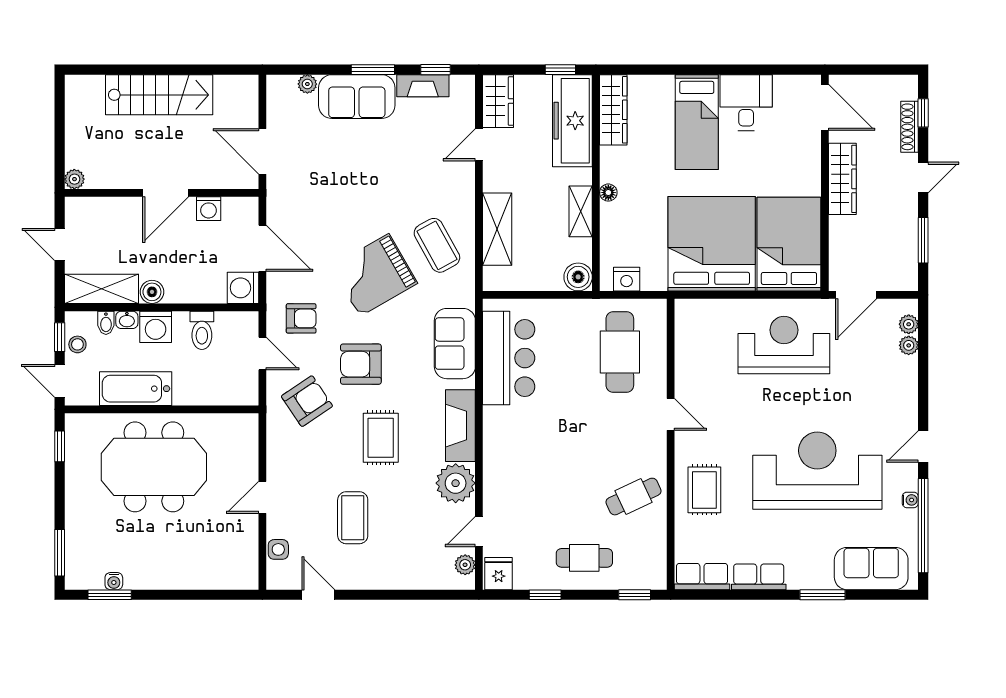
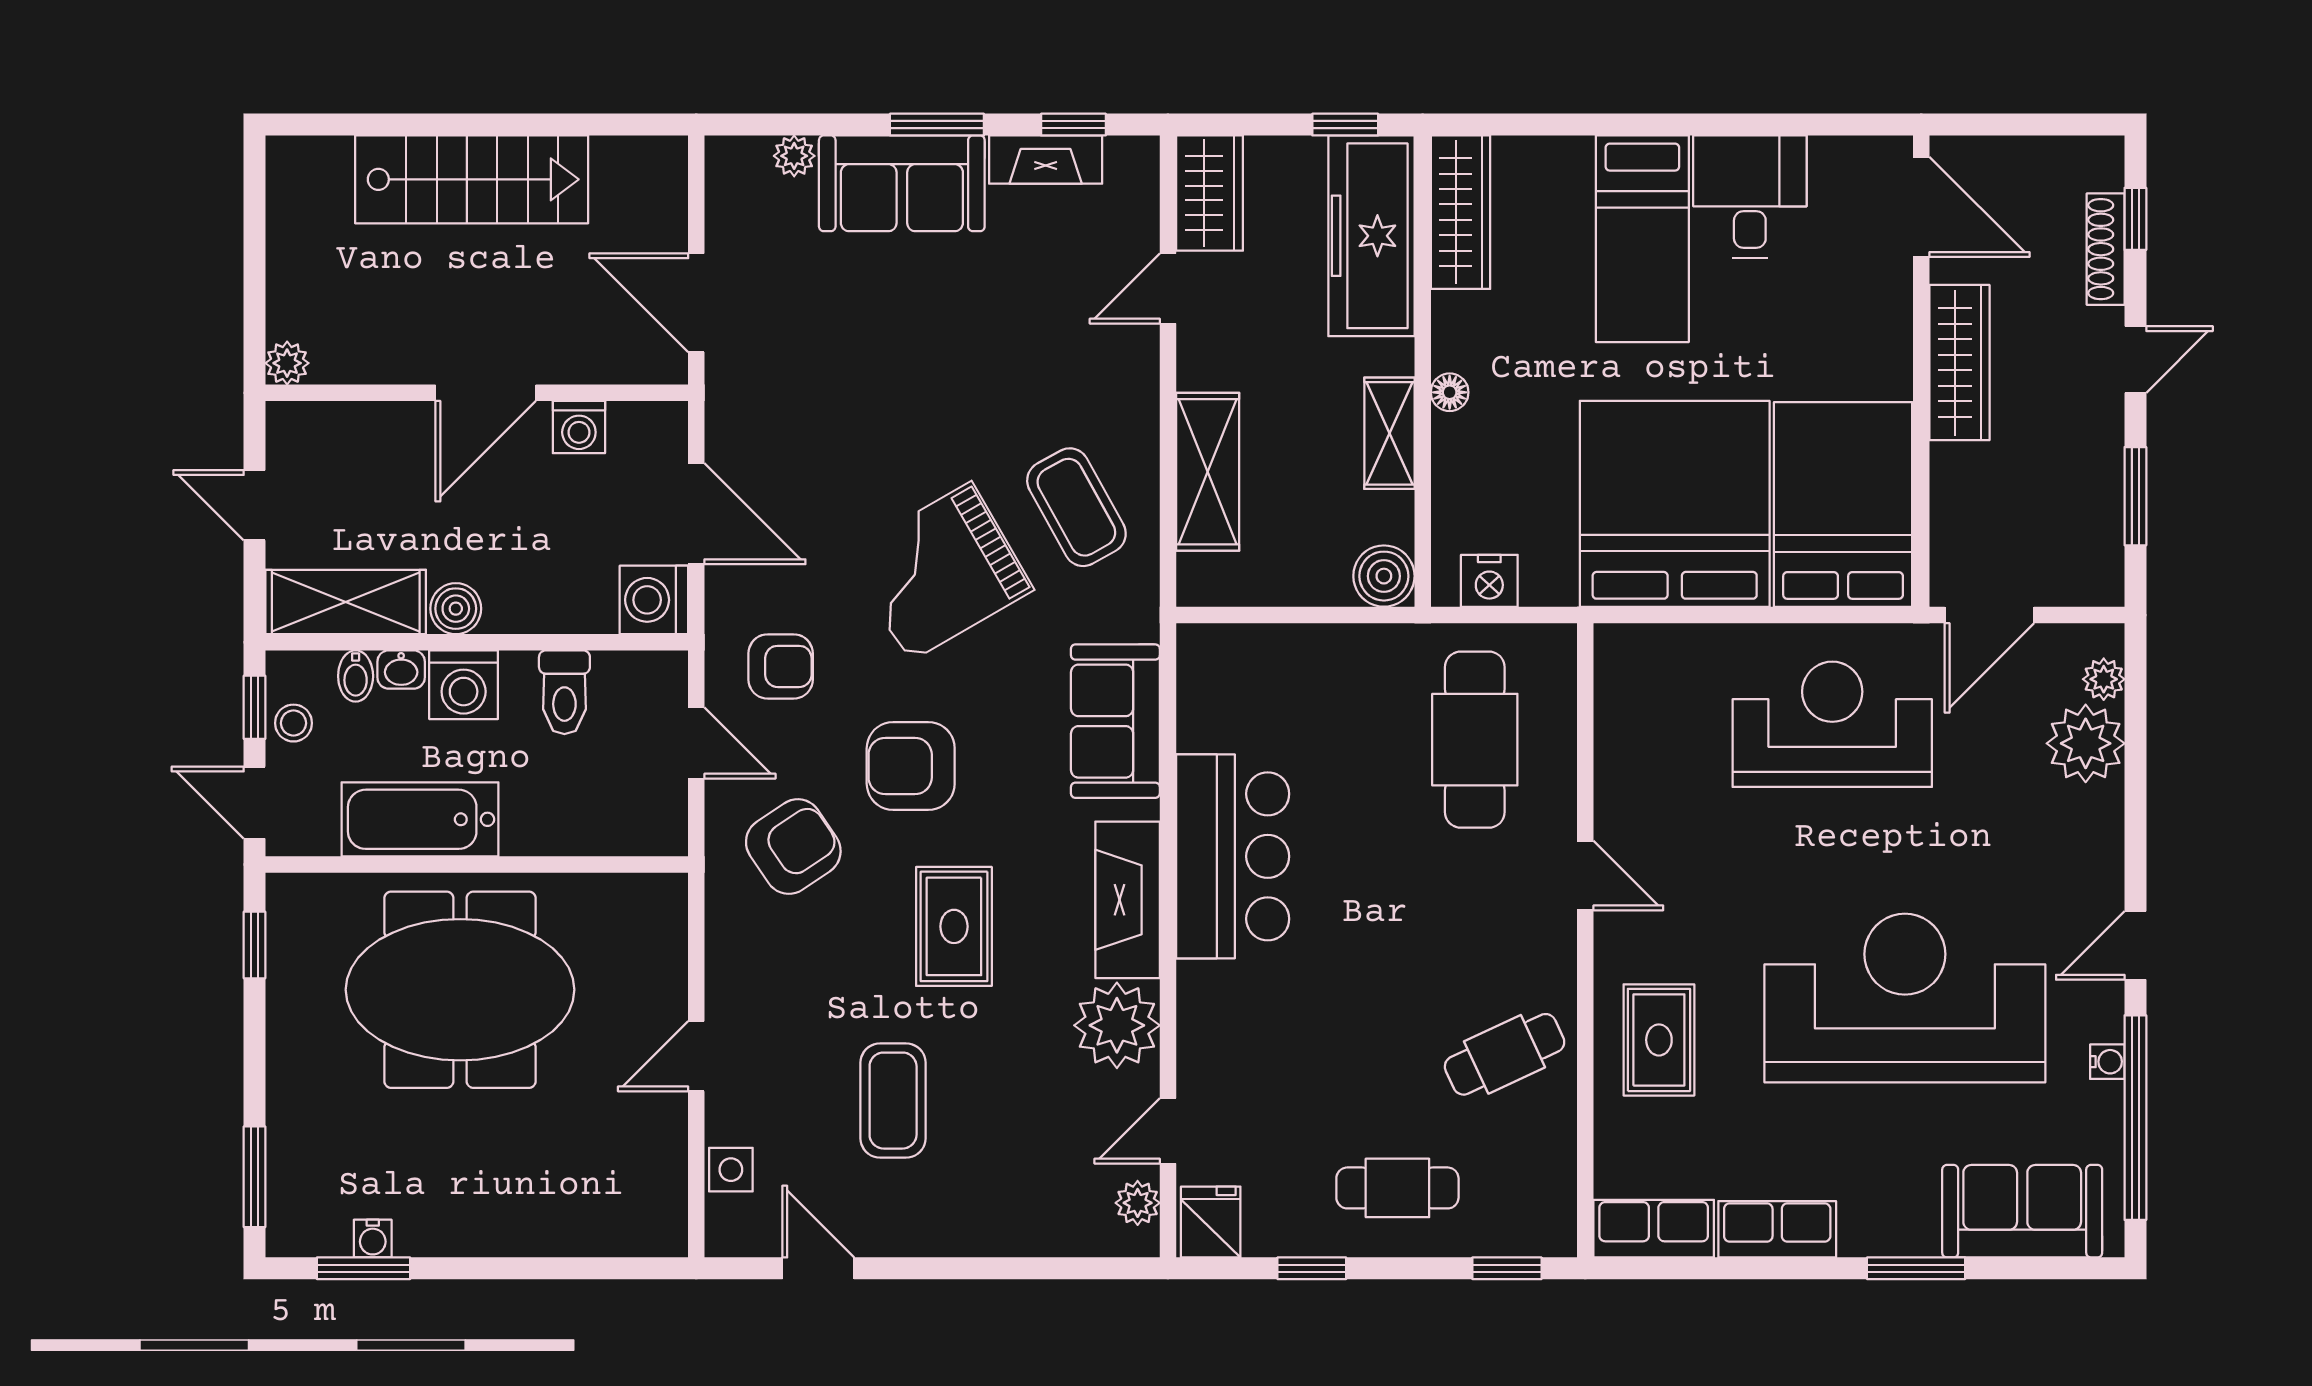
plant: (909, 345) -> (2086, 743), width x1.87, depth x1.87
bar counter: (509, 358) -> (1233, 856), moved

